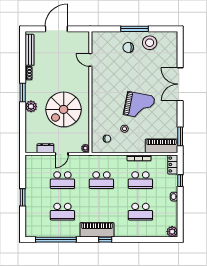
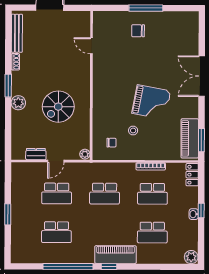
stool: (150, 43) -> (164, 25), removed
spiral stairs: (64, 109) -> (58, 107), width x0.73, depth x0.73
piano: (162, 146) -> (190, 138), moved, turned -90
window: (180, 181) -> (201, 210), moved
piano: (97, 230) -> (115, 255), moved
window: (56, 240) -> (68, 266), moved

